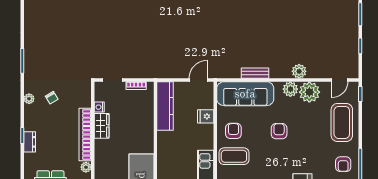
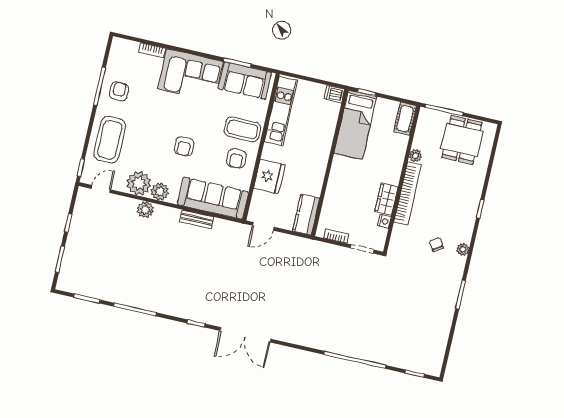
kitchen counter: (165, 106) -> (306, 214), width x0.67
fridge: (206, 116) -> (269, 176), width x1.88, depth x1.34
dresser: (30, 142) -> (473, 200), removed

